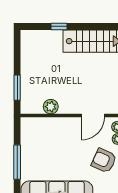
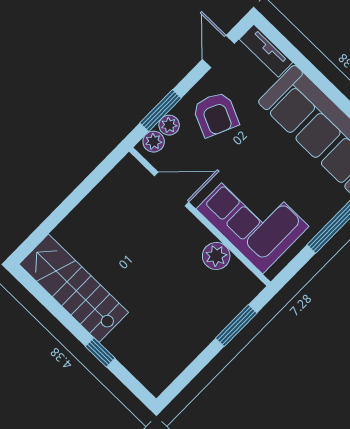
corner sofa: (51, 135) -> (253, 218), added

